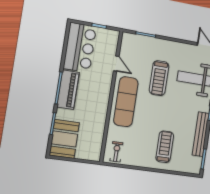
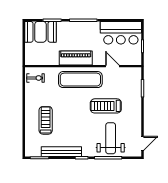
door: (116, 64) -> (112, 66), swing flipped
piano: (68, 90) -> (76, 58), moved, turned 180
treadmill: (165, 147) -> (46, 120), turned -90

